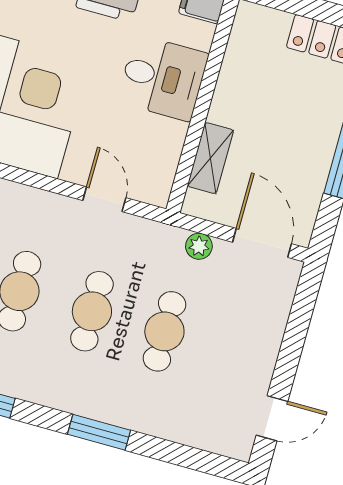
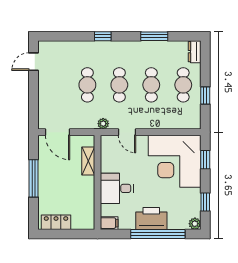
plant: (199, 246) -> (103, 124), moved
window: (99, 432) -> (103, 36), width x0.67

